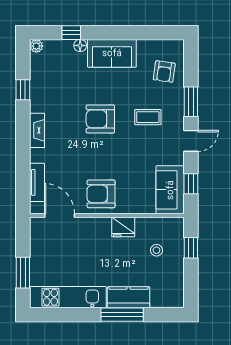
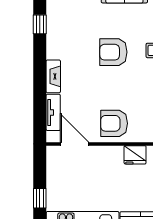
fireplace: (37, 130) -> (53, 76), moved
window: (23, 273) -> (40, 198), width x0.67

